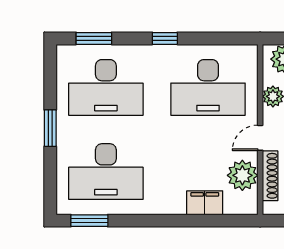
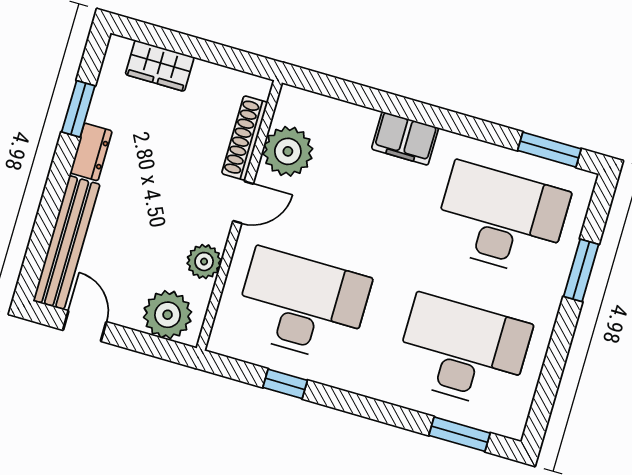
window: (165, 38) -> (285, 384), moved
window: (50, 128) -> (581, 270), moved
filing cabinet: (205, 203) -> (405, 138), moved

